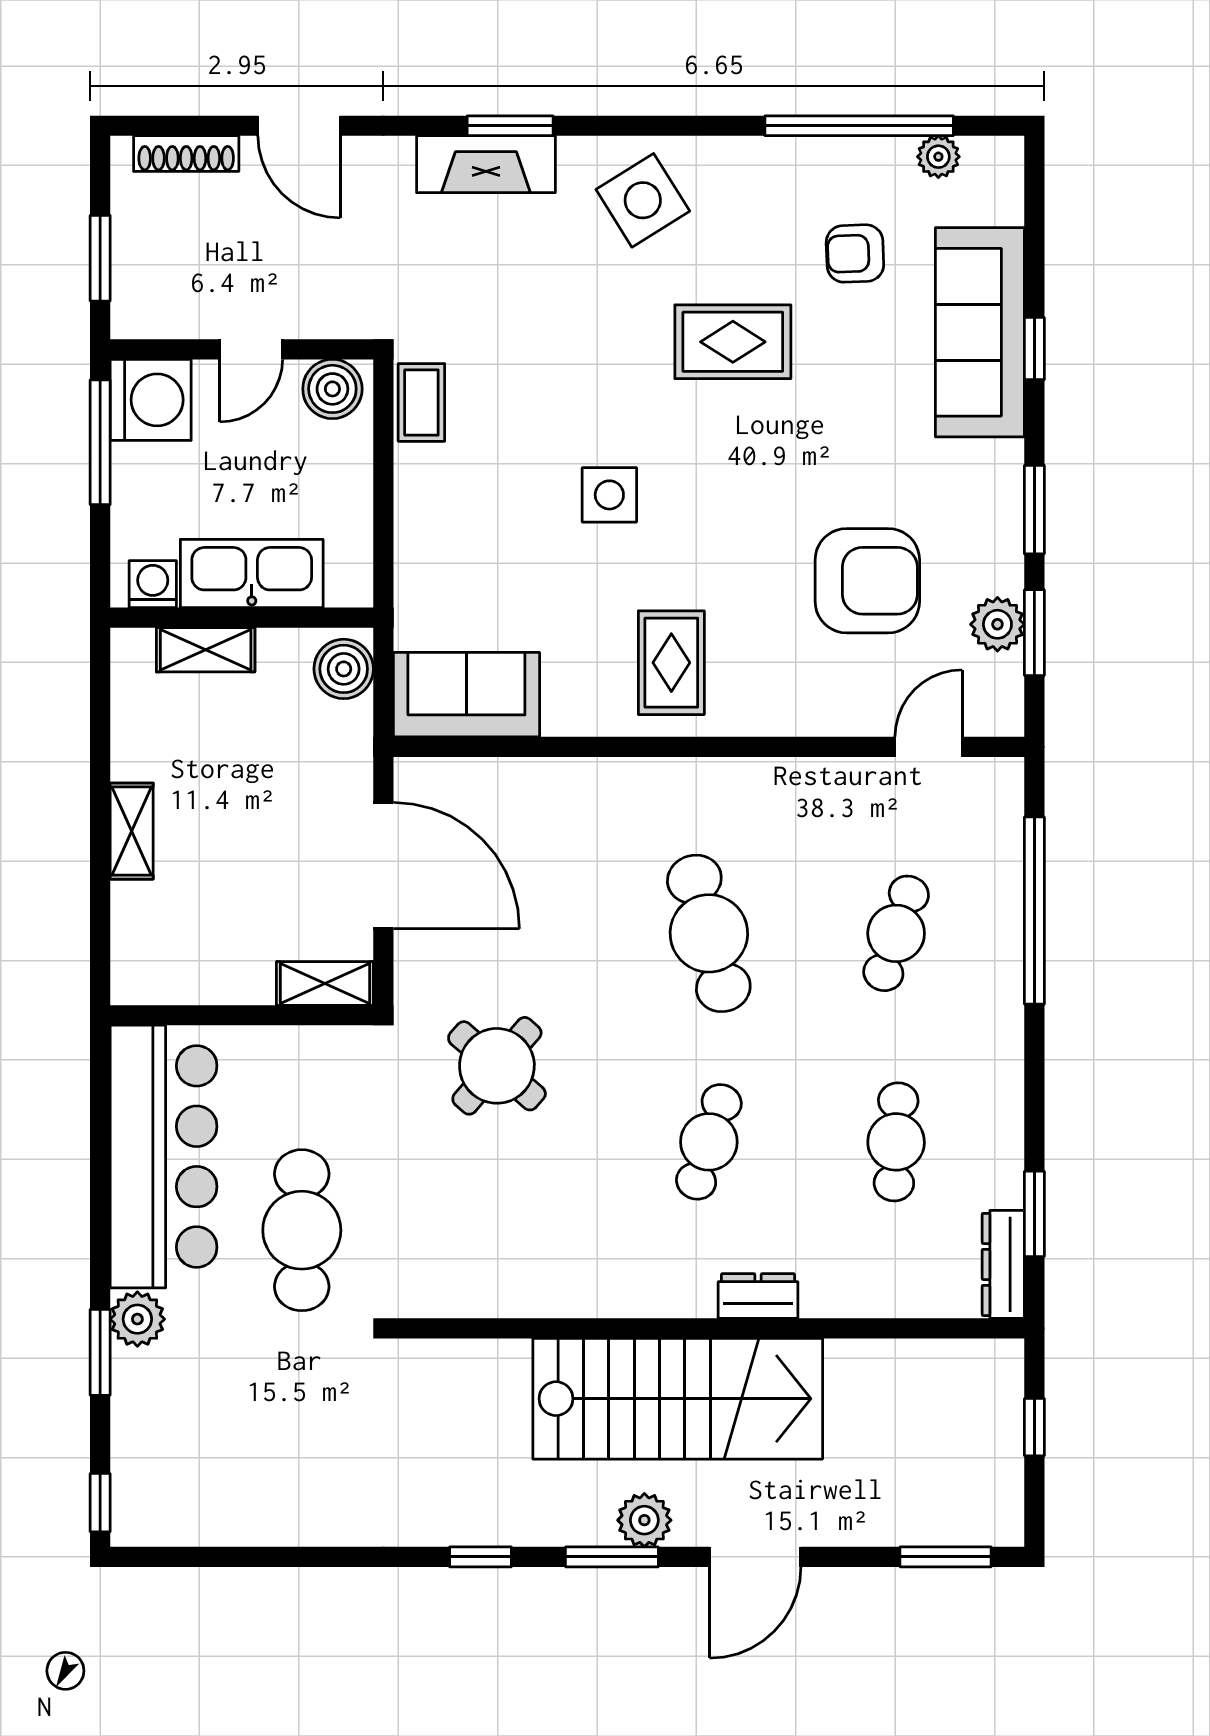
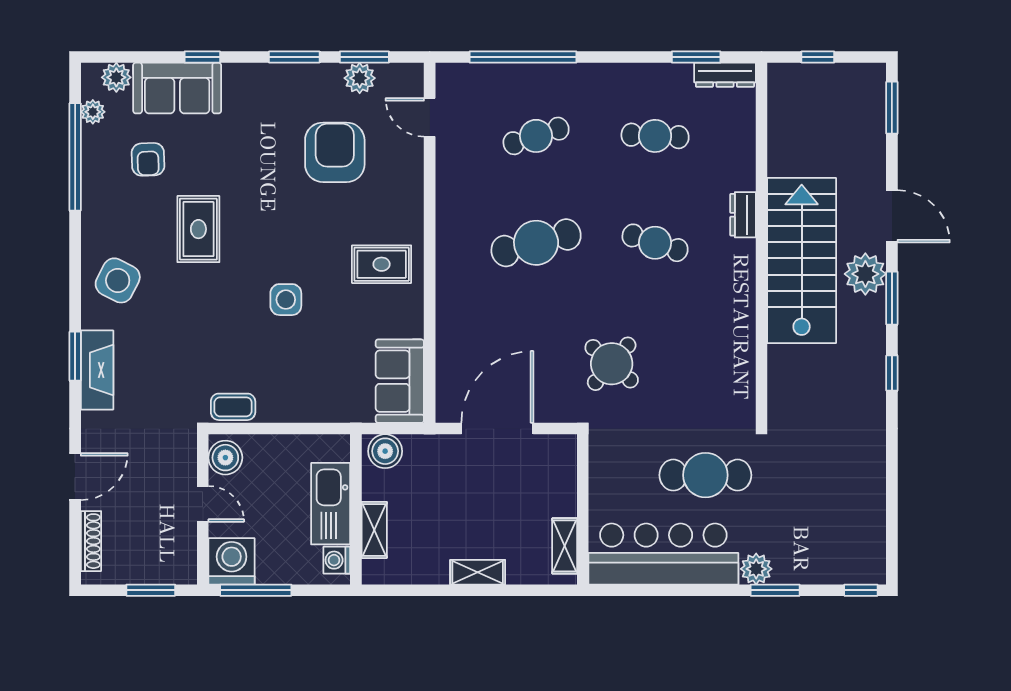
plant: (999, 198) -> (116, 77), added
side table: (643, 200) -> (118, 280), turned -31
sofa: (980, 332) -> (177, 88), width x0.73
cafe table: (896, 933) -> (536, 136), turned -36
shelving: (325, 984) -> (565, 546), moved
plant: (644, 1520) -> (865, 274), width x1.36, depth x1.36

